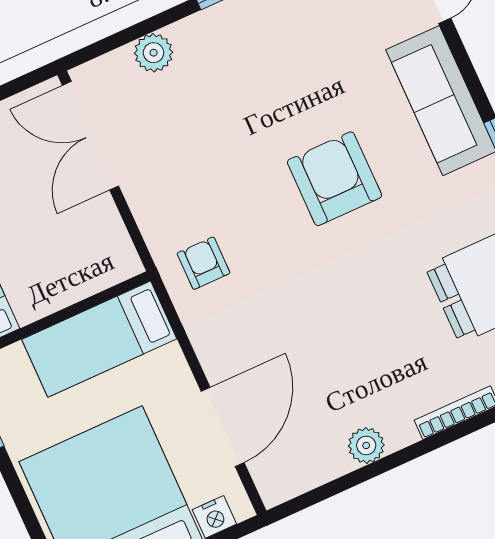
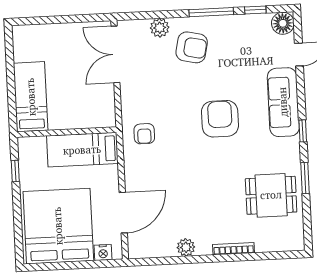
armchair: (228, 66) -> (192, 47), added
armchair: (204, 263) -> (144, 134), turned 180

